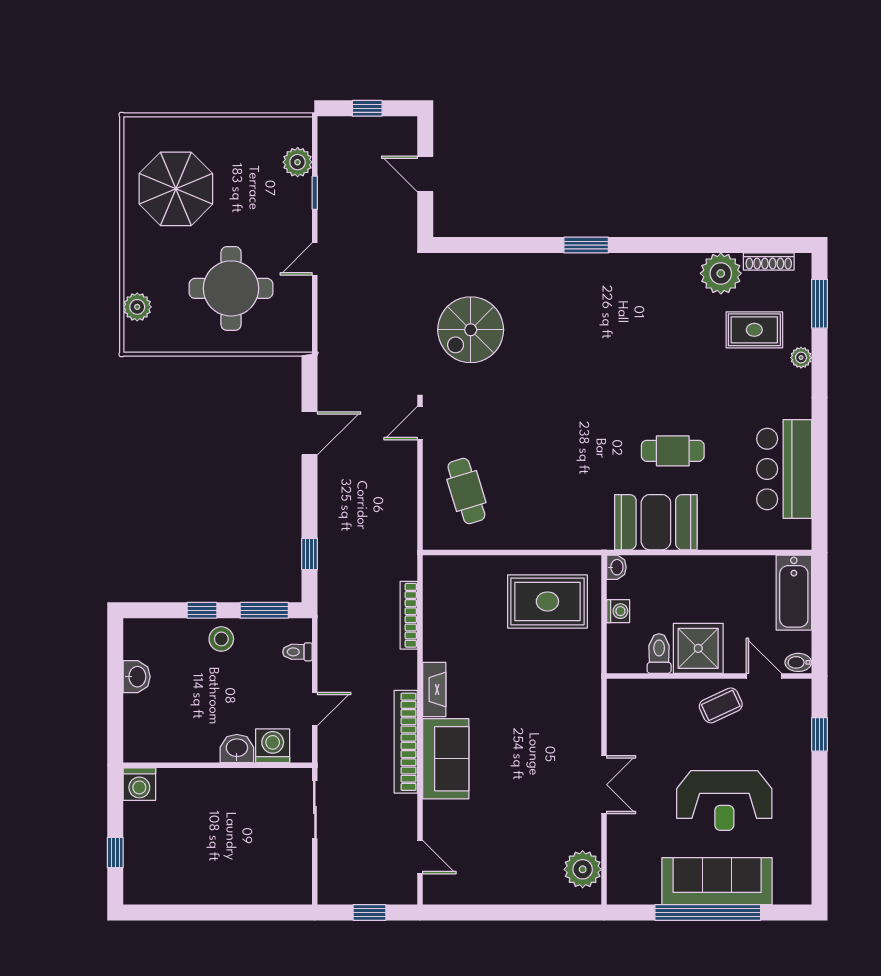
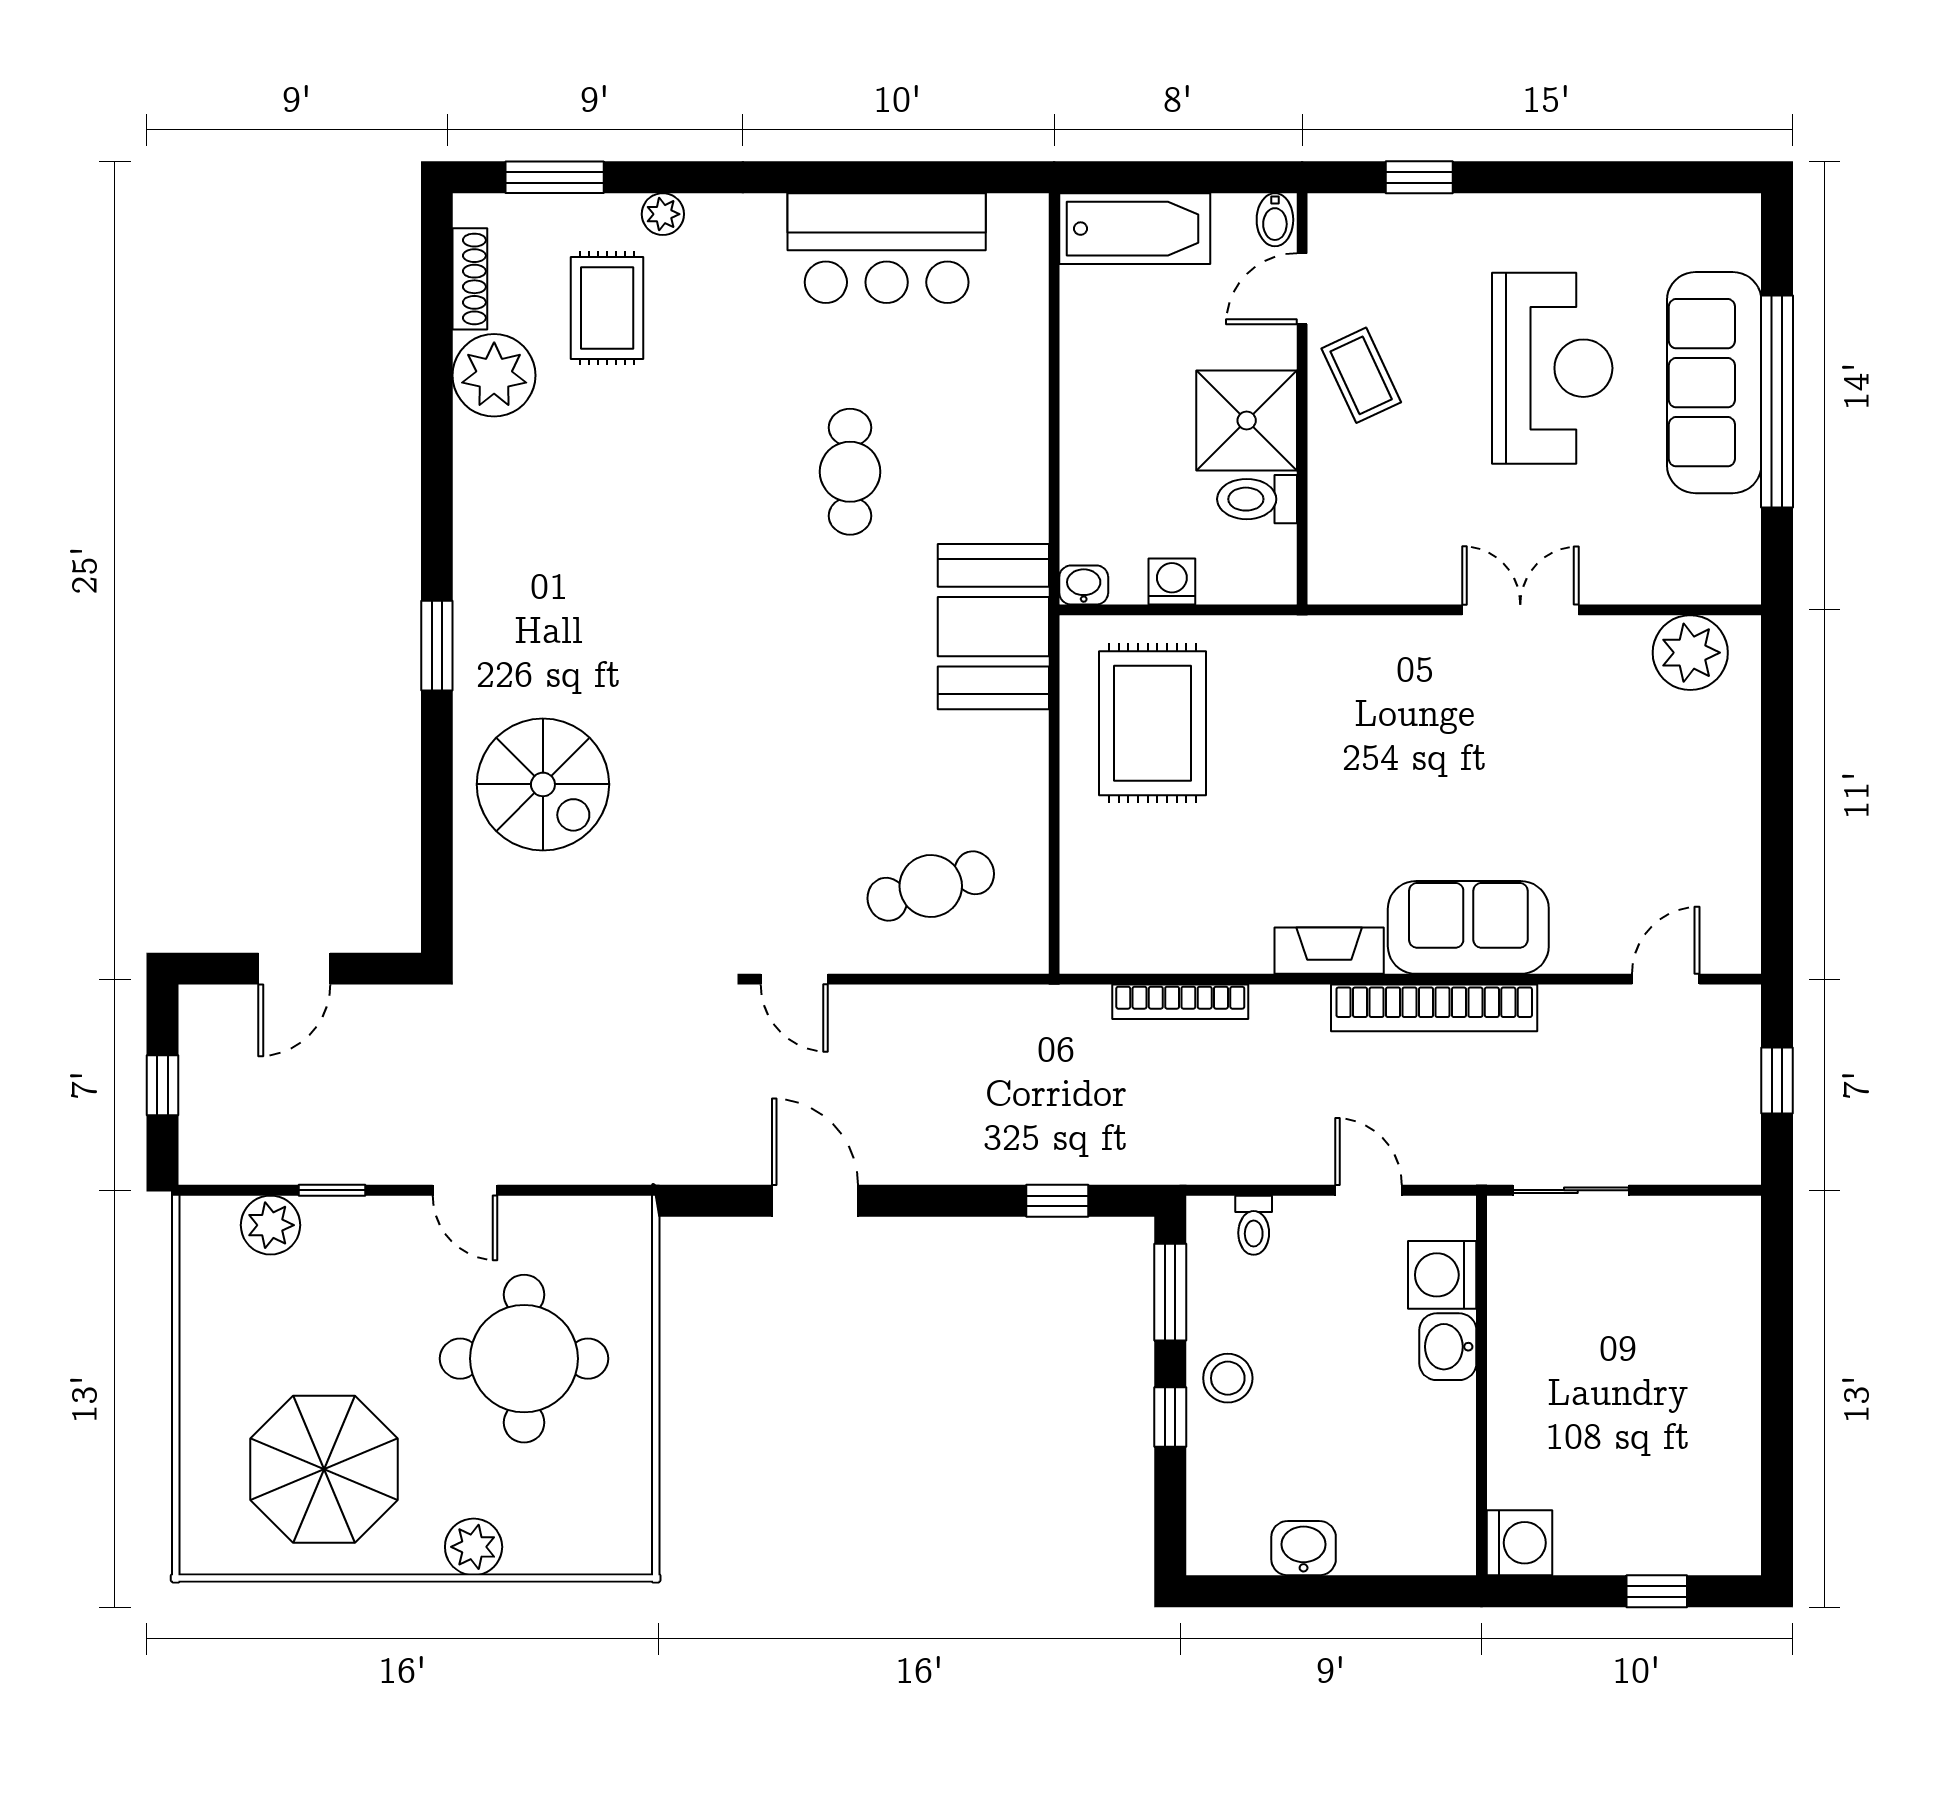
plant: (137, 307) -> (474, 1547), moved
spiral stairs: (471, 330) -> (543, 784), moved
booth: (656, 522) -> (993, 627), moved

